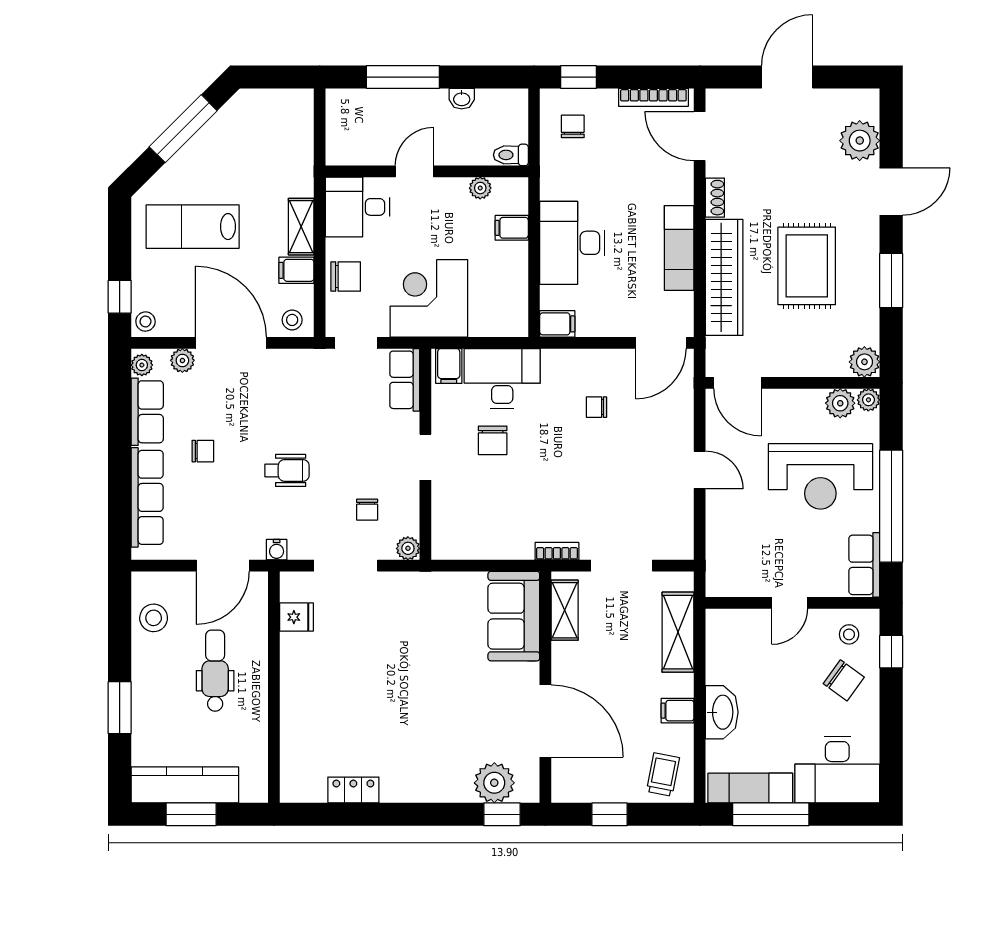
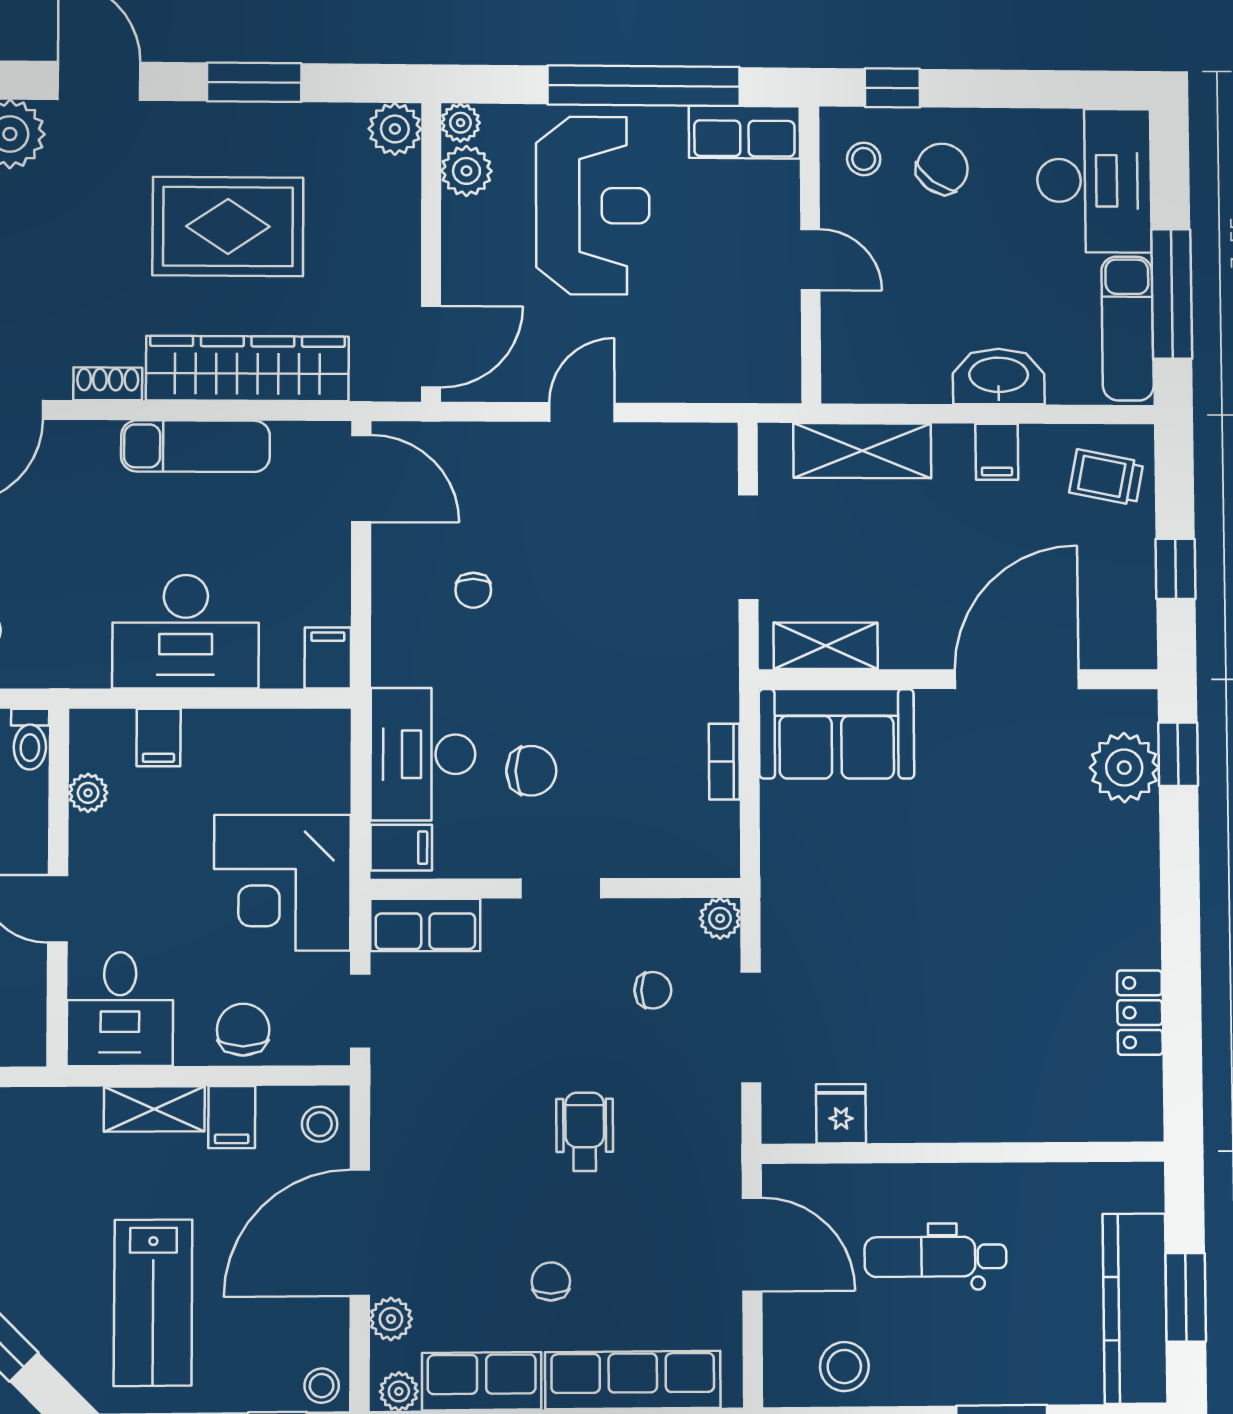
water cooler: (277, 550) -> (724, 1149), removed
bookcase: (557, 551) -> (724, 762), moved

